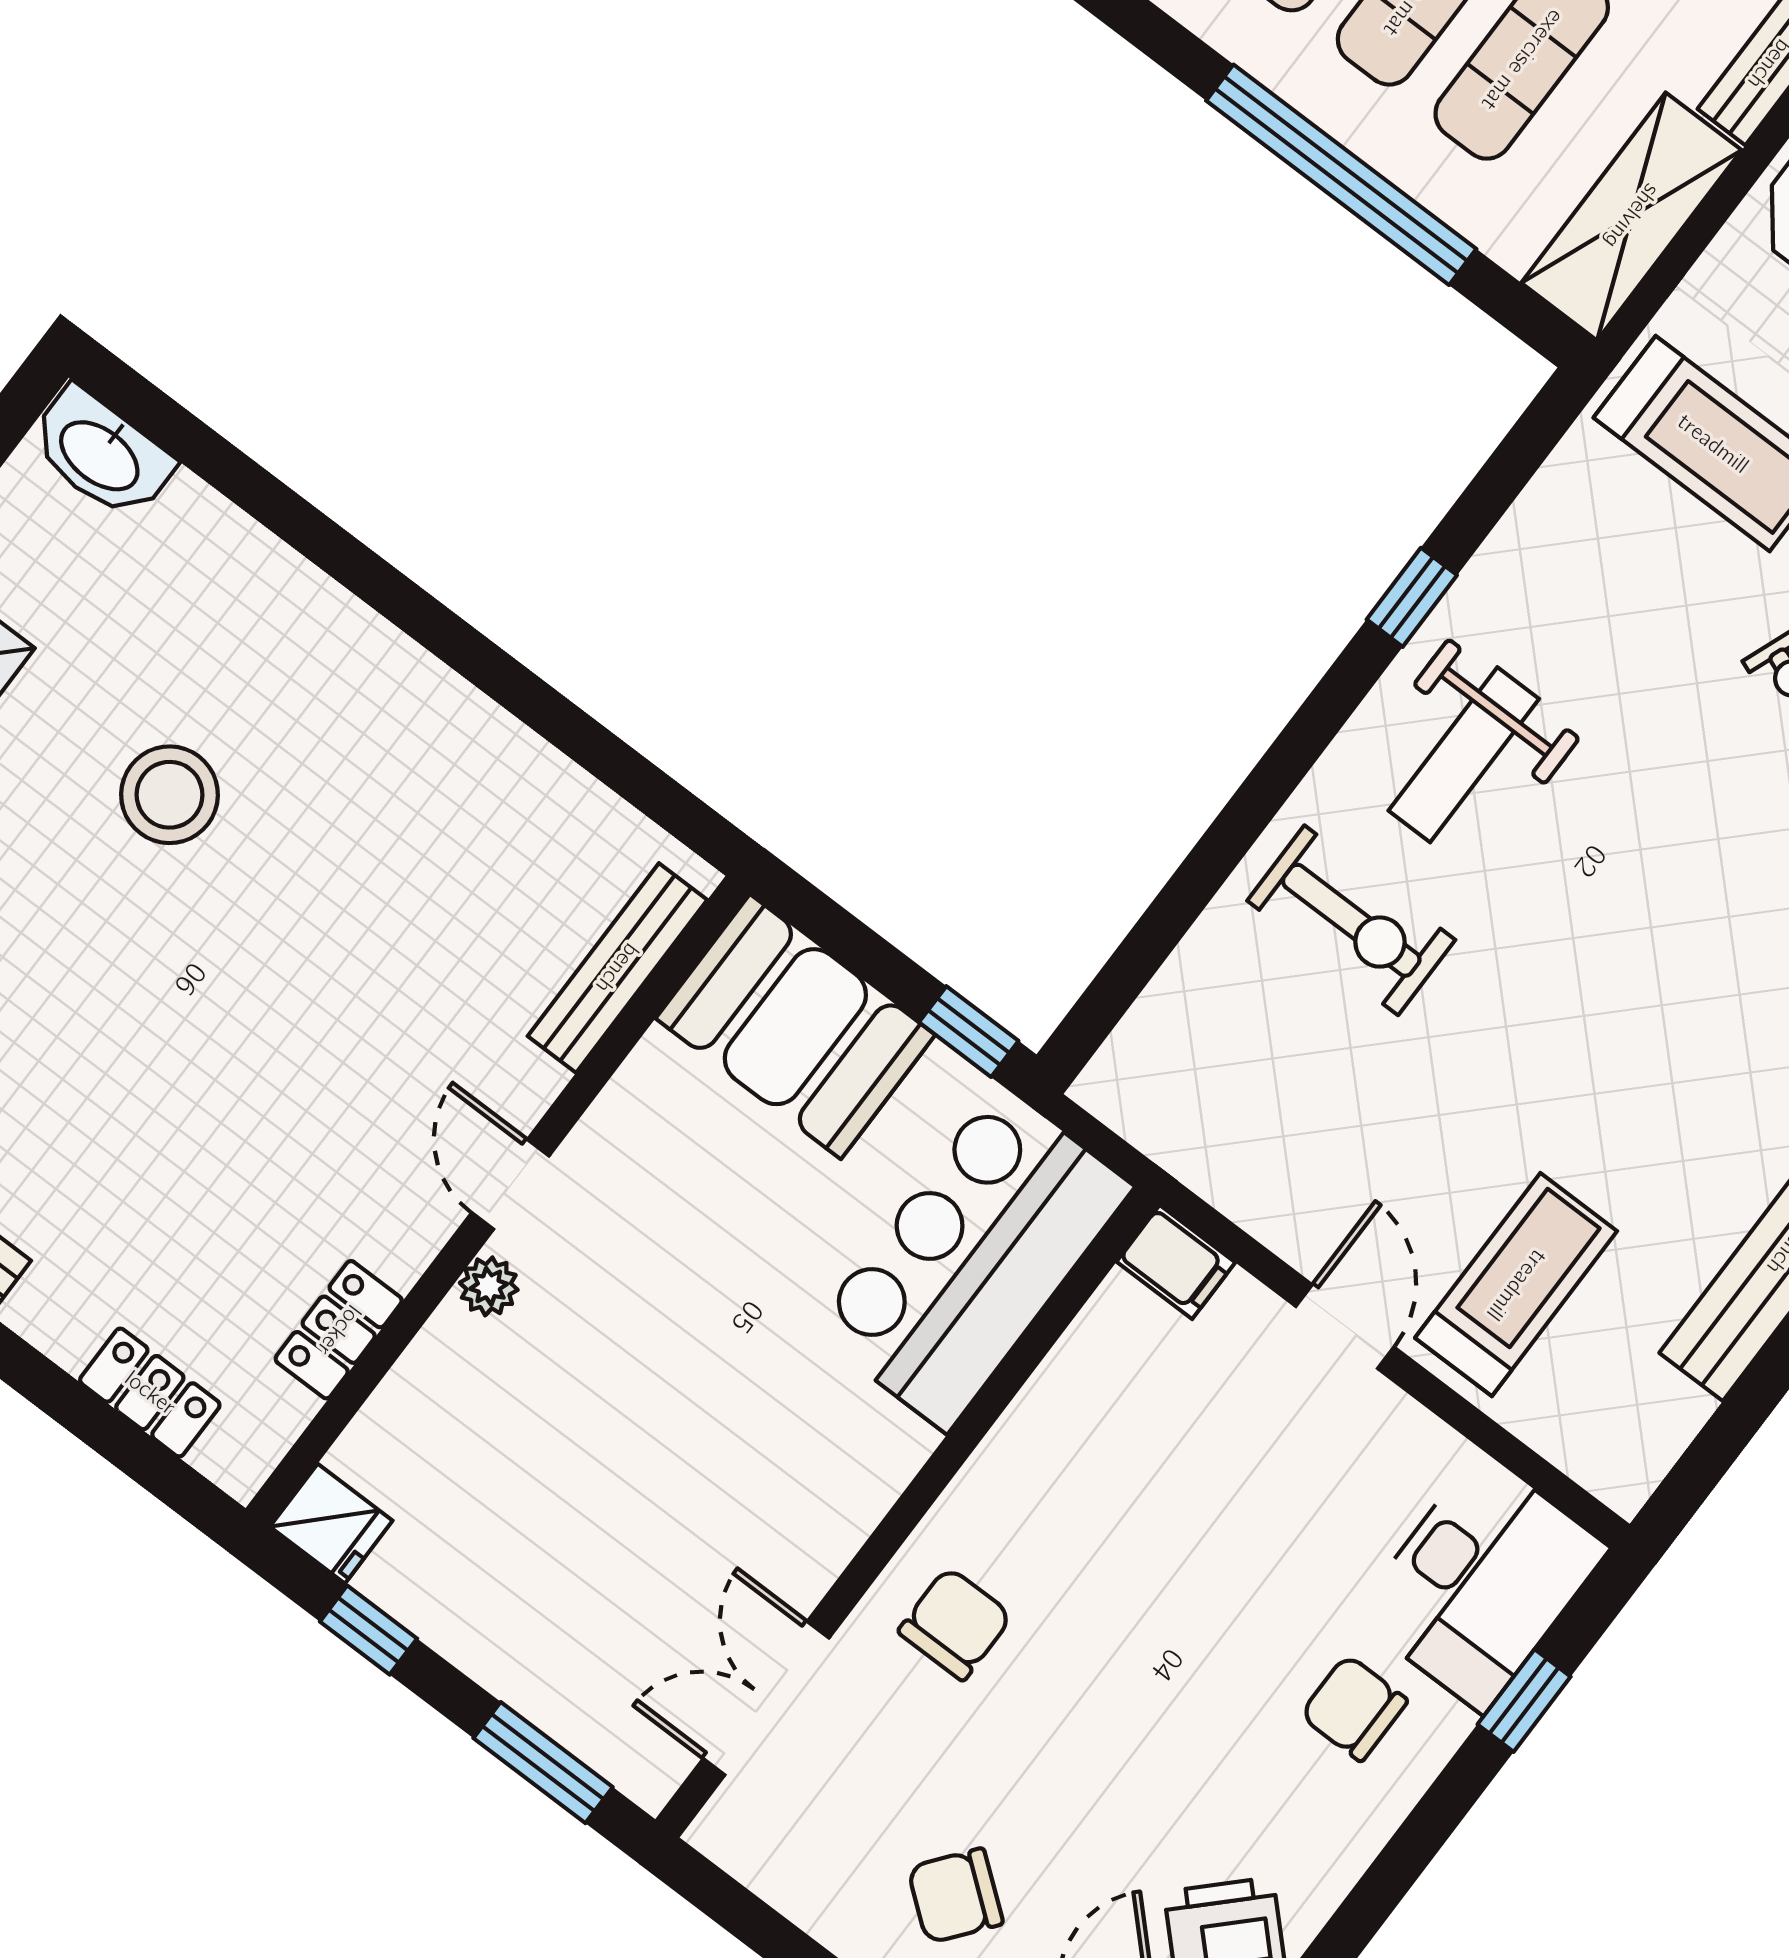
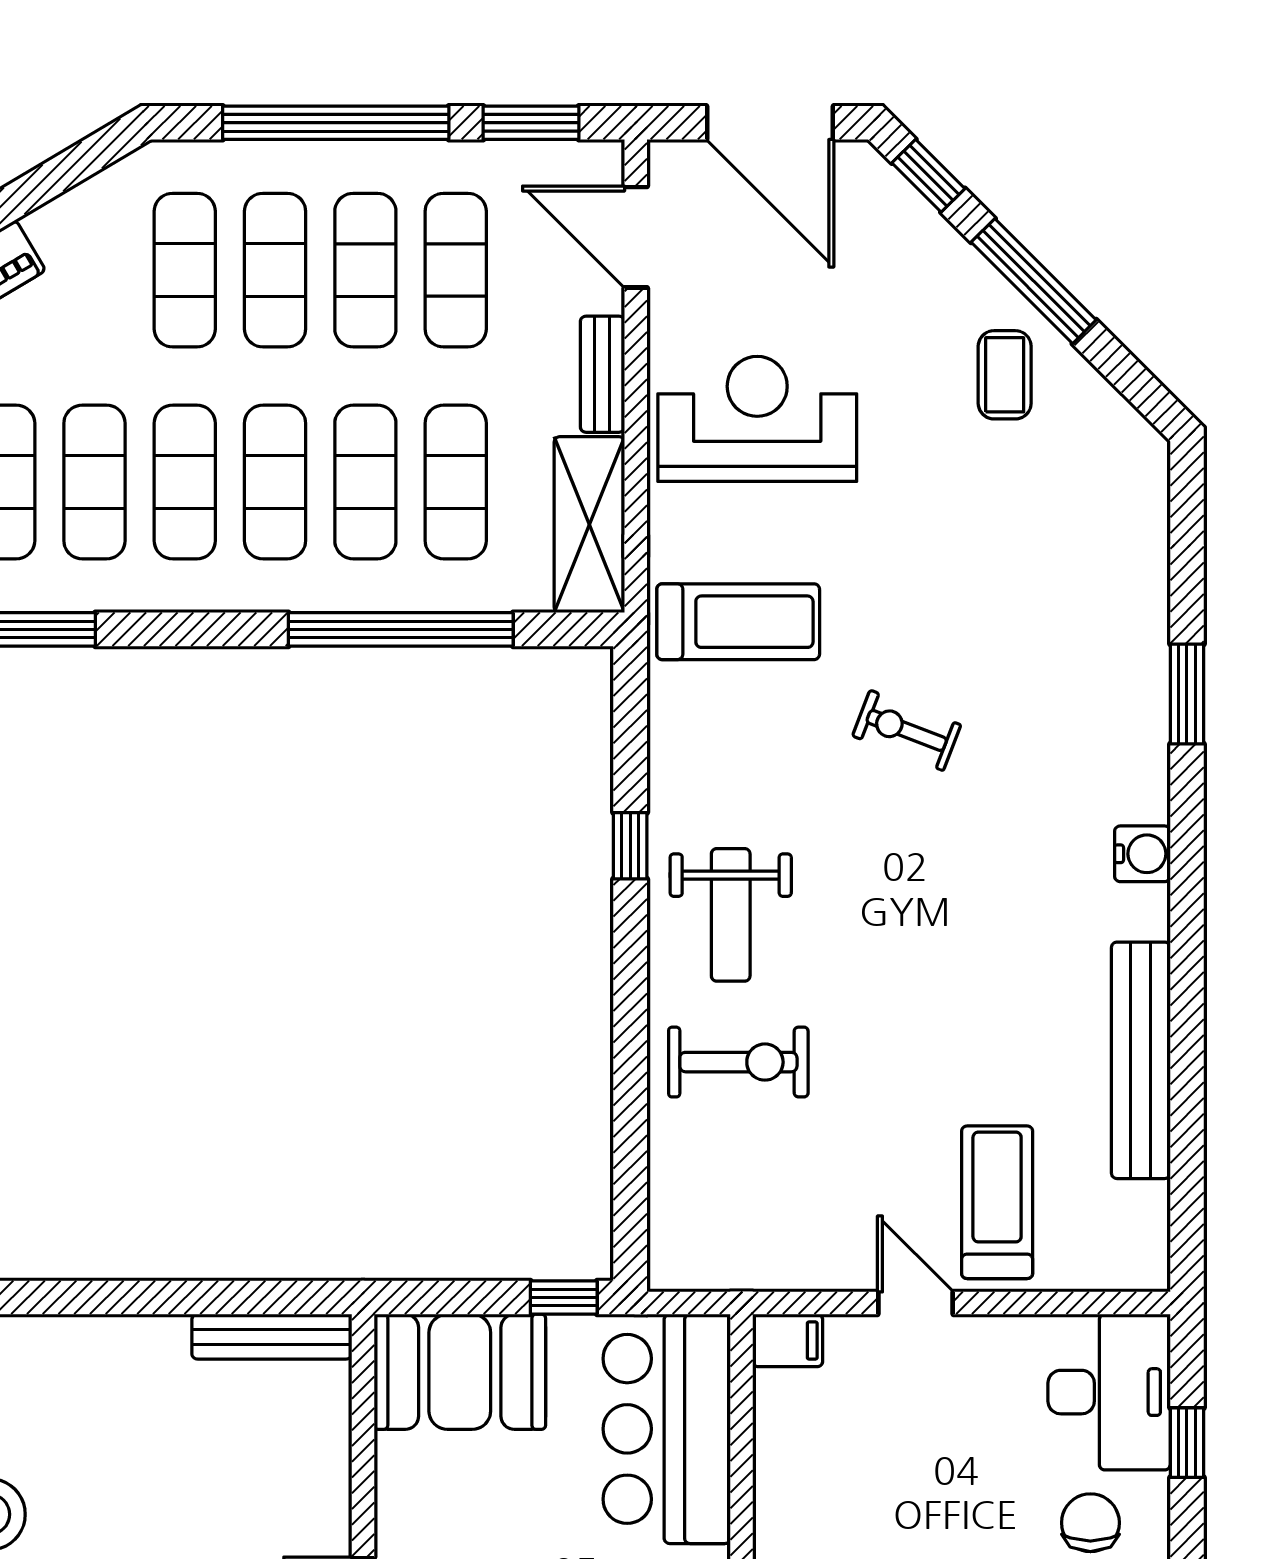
bench: (617, 968) -> (272, 1337), moved, turned 90
chair: (1354, 1708) -> (1090, 1523), turned 90

